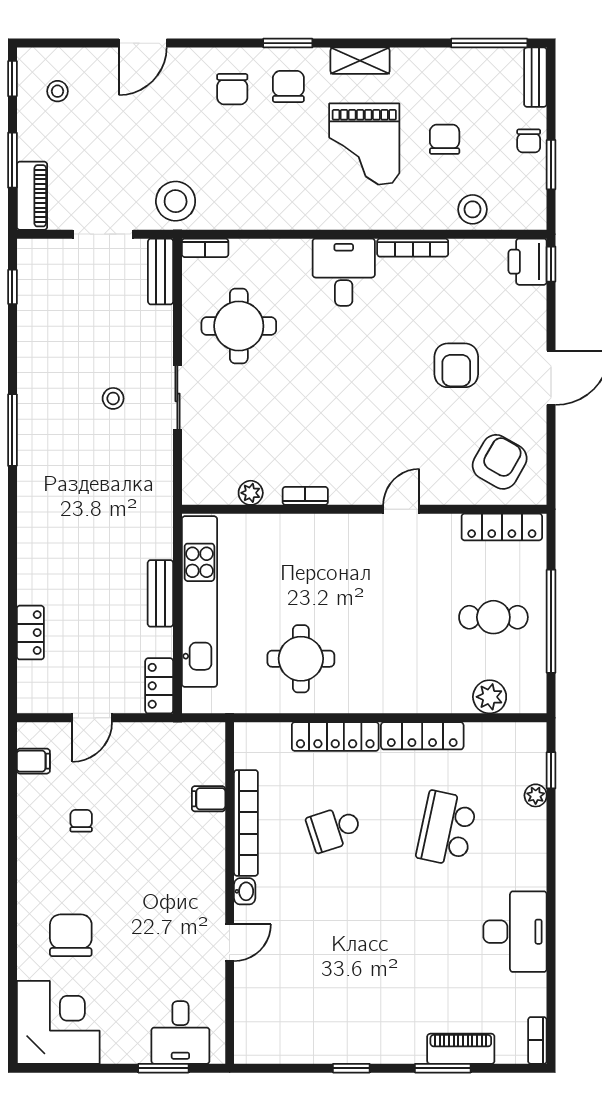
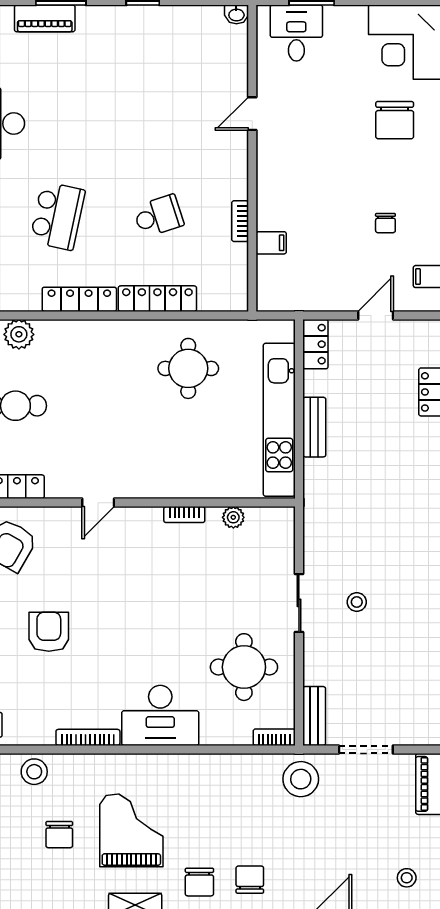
desk: (344, 272) -> (160, 715), width x1.37
bookcase: (246, 823) -> (240, 221), width x0.43, depth x0.76
washbasin: (245, 891) -> (236, 14), moved, turned -90

